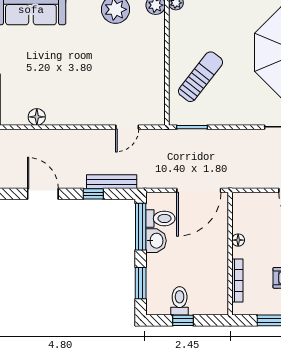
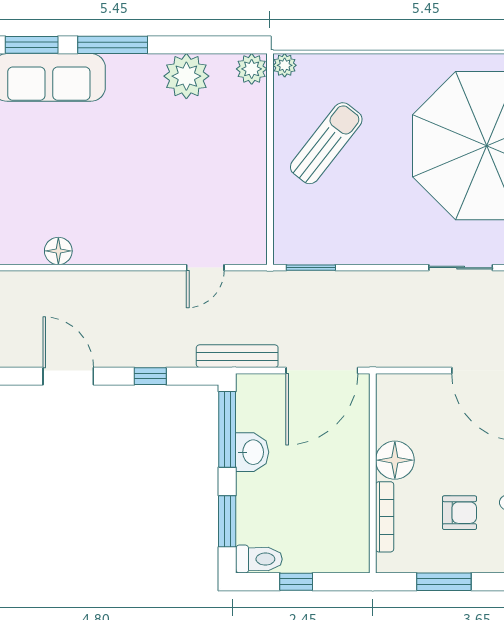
sun lounger: (201, 77) -> (326, 143), moved
bench: (112, 182) -> (237, 356), moved
toilet: (160, 218) -> (259, 416), removed
floor lamp: (238, 240) -> (395, 460), width x1.89, depth x1.89
toilet: (180, 301) -> (259, 559), moved, turned 90

